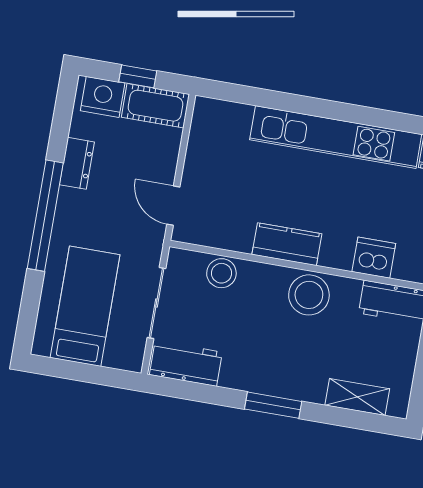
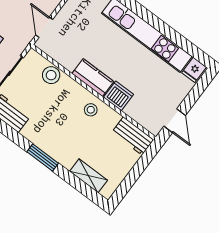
dishwasher: (374, 258) -> (119, 96), moved
stool: (309, 295) -> (91, 110), width x0.53, depth x0.53

